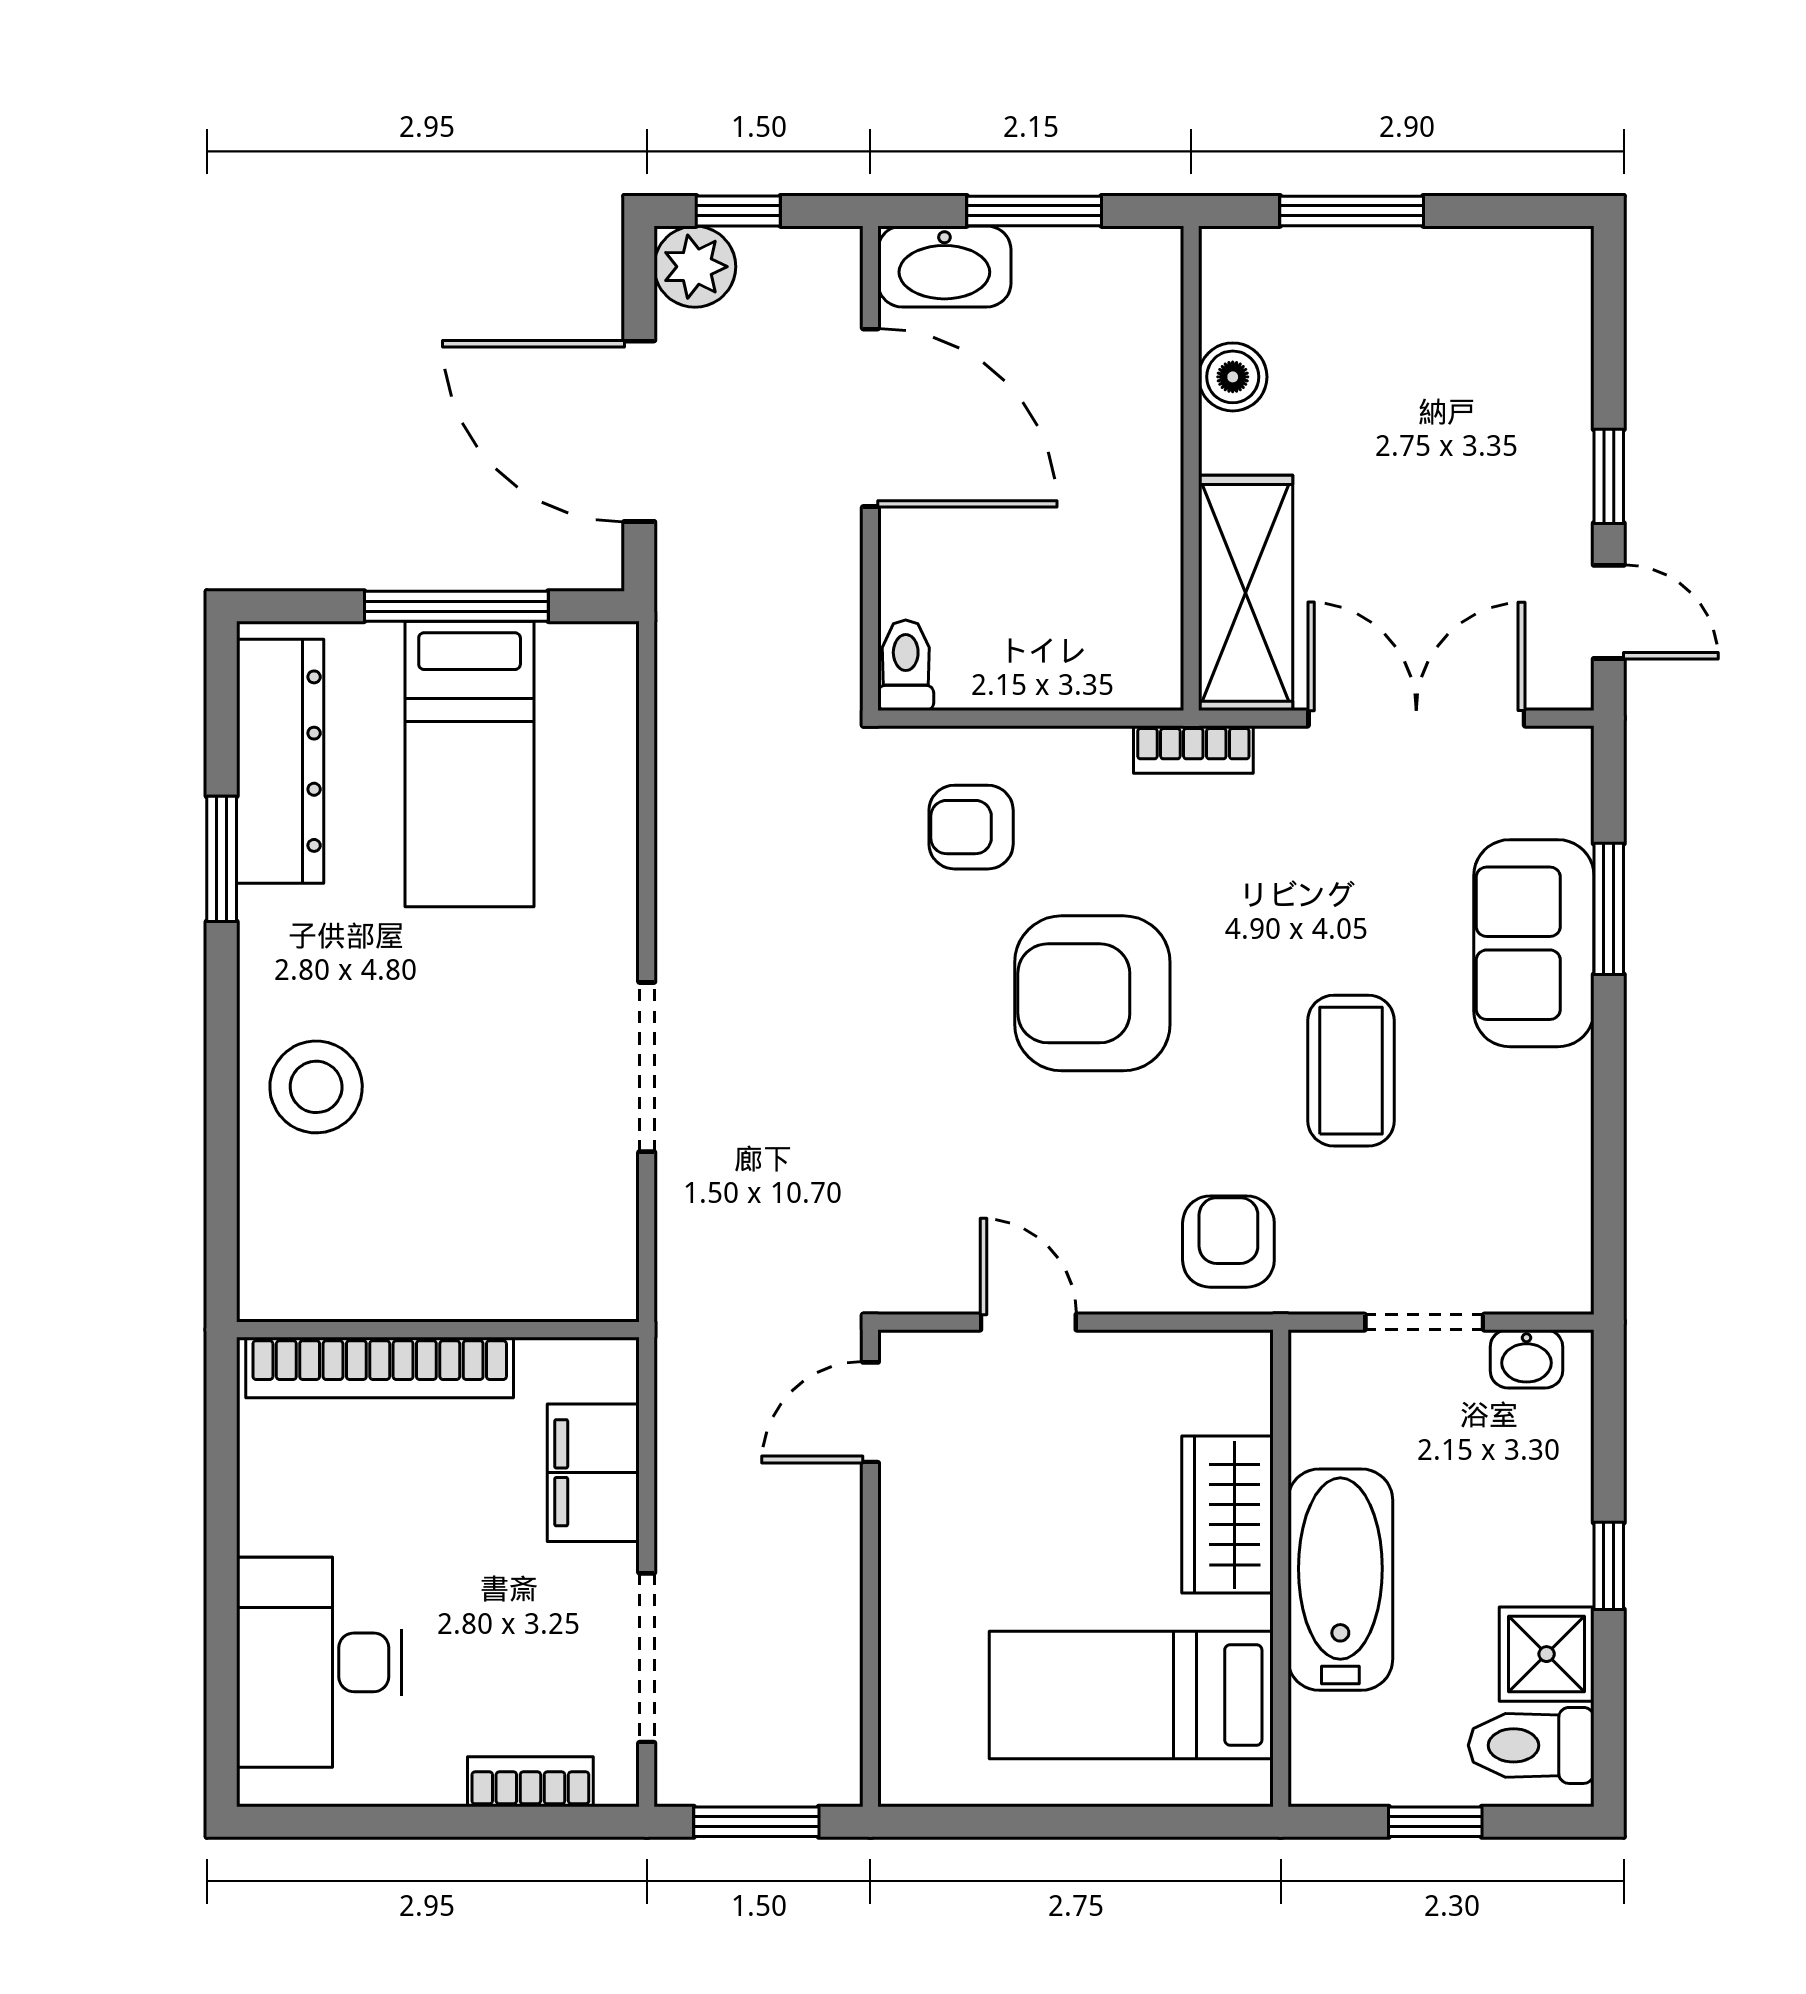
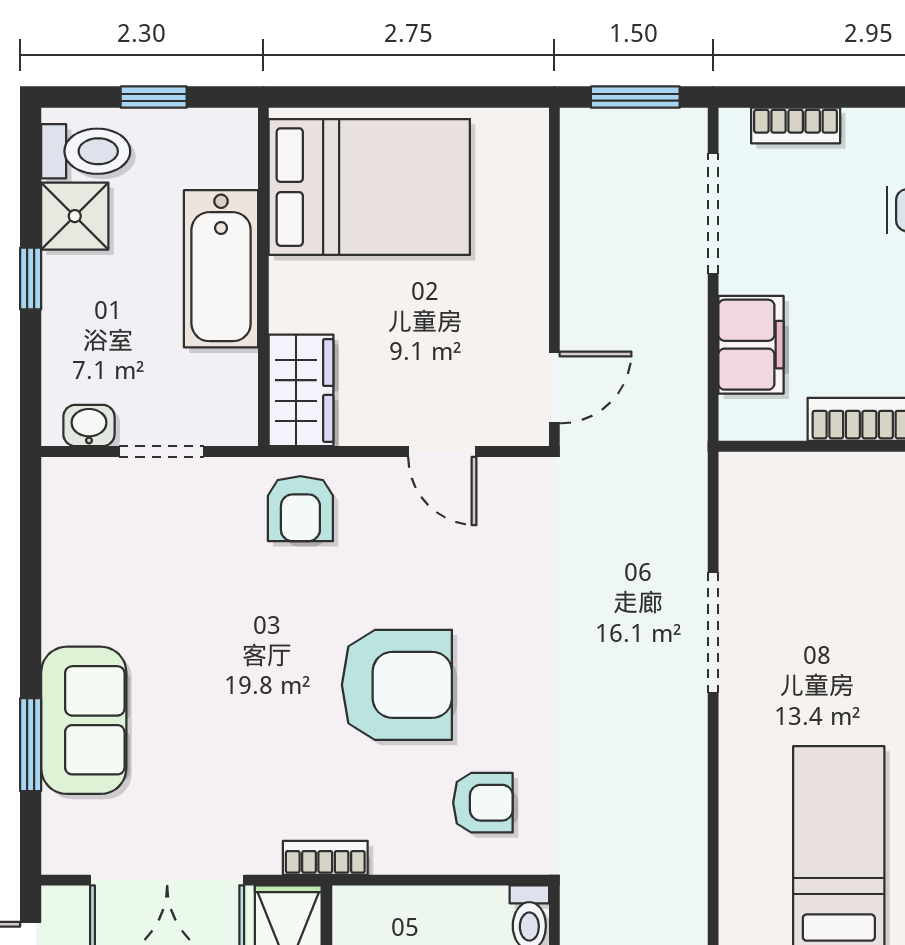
coffee table: (1351, 1071) -> (213, 630), removed
wardrobe: (1228, 1515) -> (301, 390), moved
bed: (1131, 1695) -> (369, 187), width x1.50

